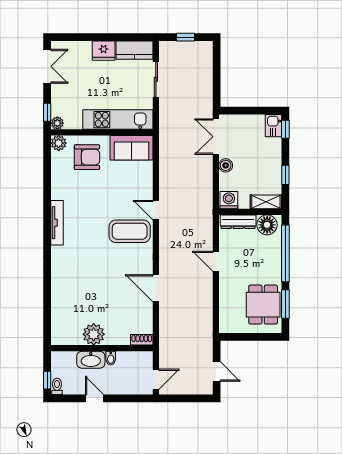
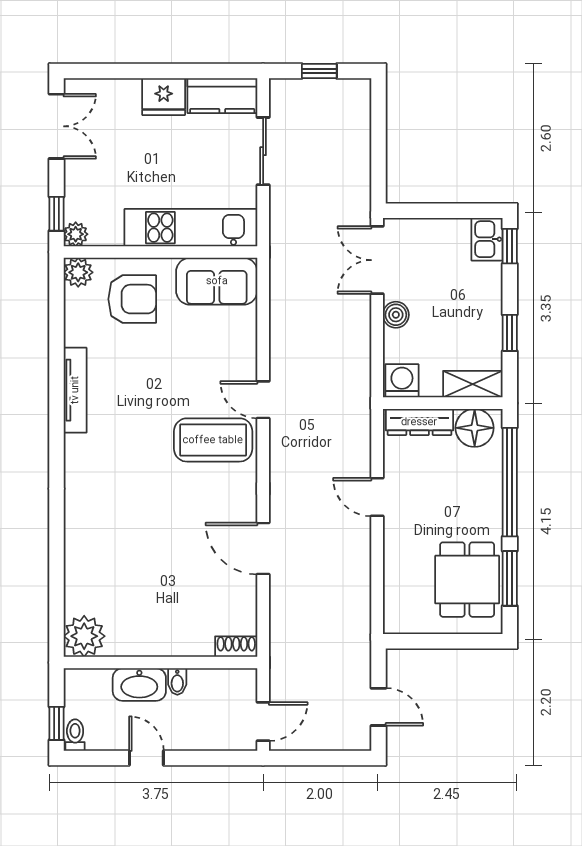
tv unit: (57, 223) -> (75, 390), moved
plant: (94, 334) -> (84, 636), moved

